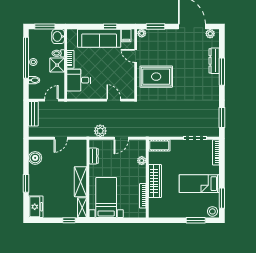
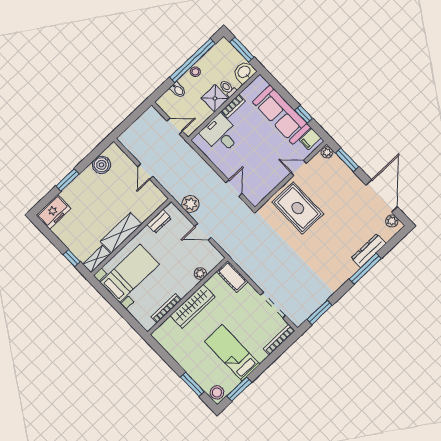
door: (136, 56) -> (299, 168), hinge flipped
bench: (33, 114) -> (144, 121), removed
door: (61, 138) -> (145, 171), hinge flipped

